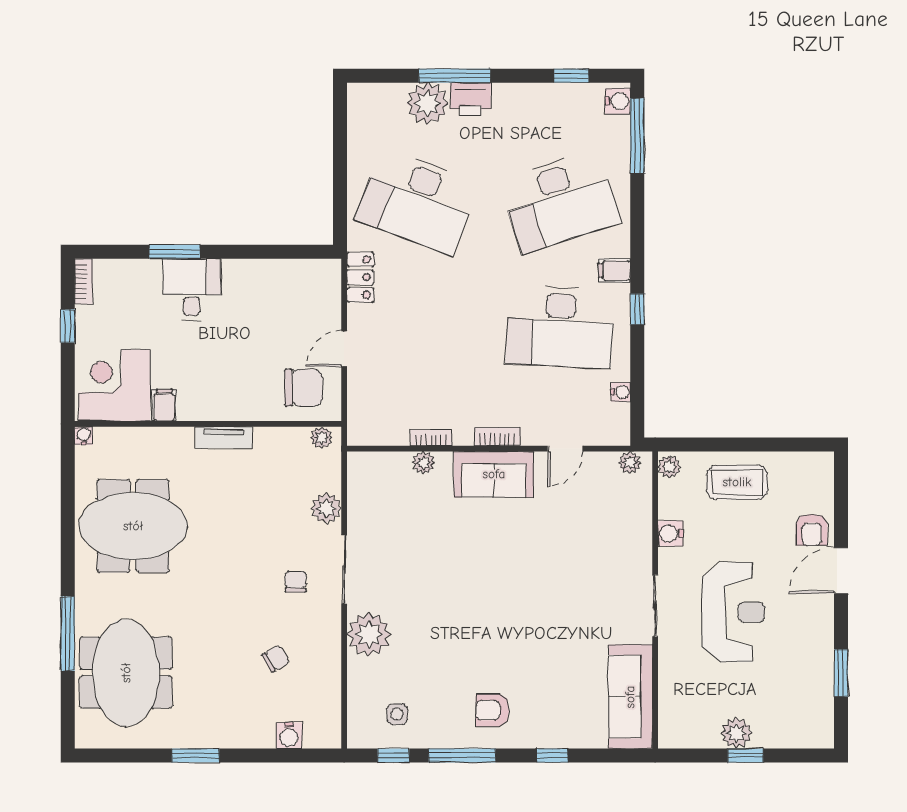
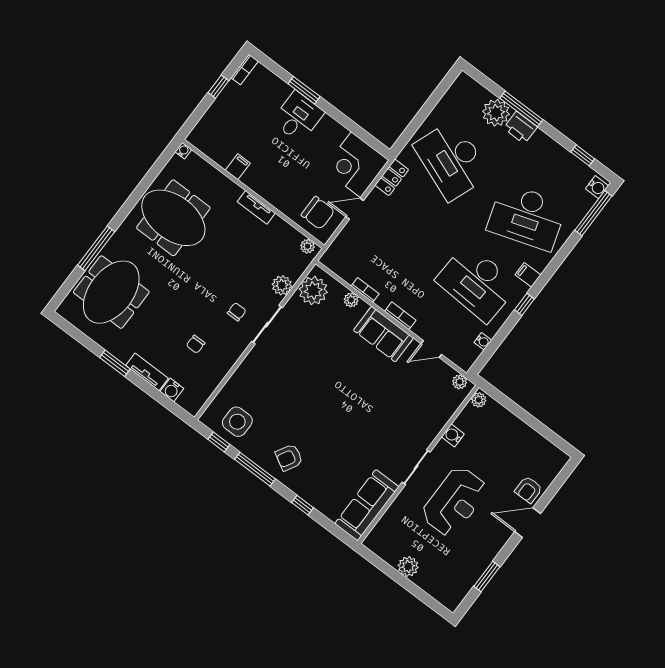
corner desk: (114, 385) -> (356, 165), moved, turned -90
coffee table: (737, 482) -> (508, 435), removed
plant: (369, 634) -> (313, 291), moved
chair: (276, 659) -> (196, 344), turned 120
armchair: (493, 710) -> (289, 458), turned -61
side table: (397, 714) -> (237, 422), width x1.87, depth x1.87
tv unit: (242, 736) -> (147, 372), added
window: (746, 755) -> (404, 582), removed

